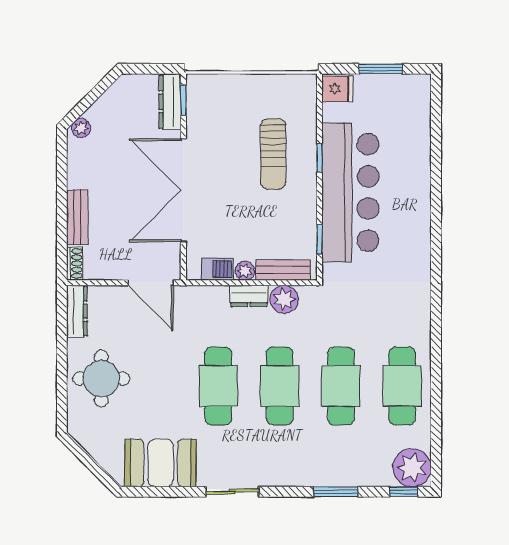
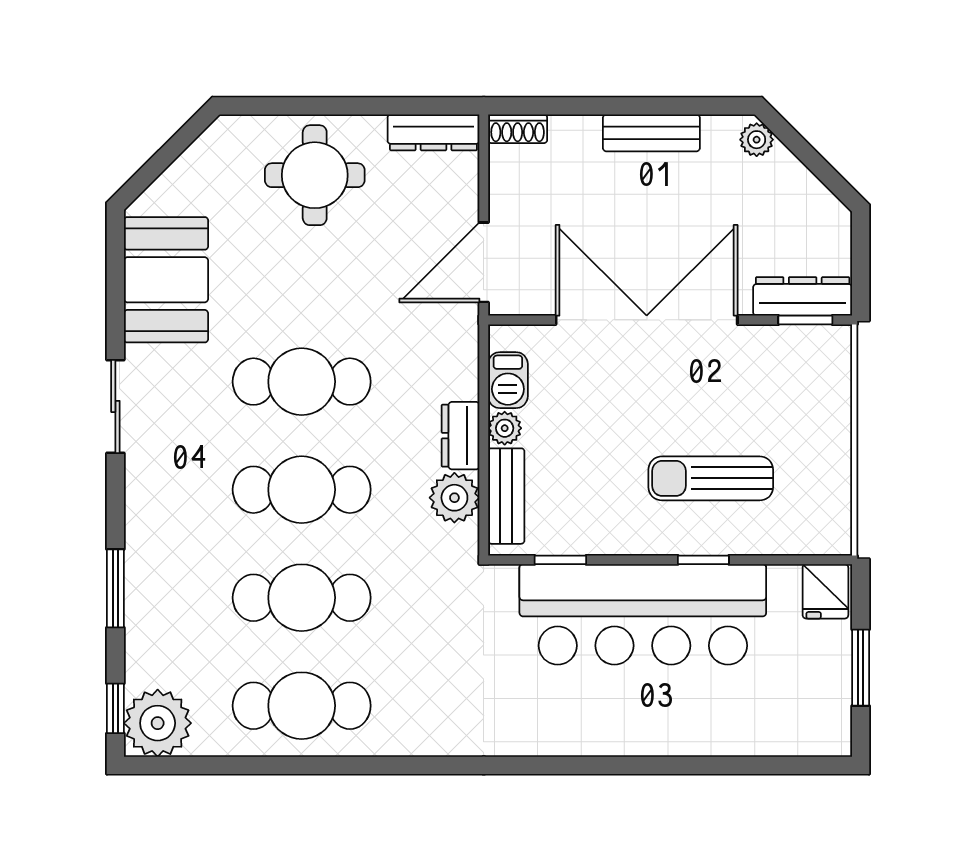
bench: (77, 217) -> (651, 133), moved

